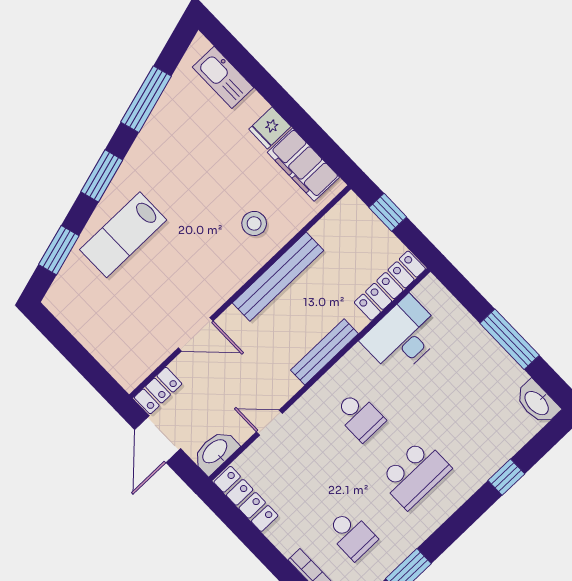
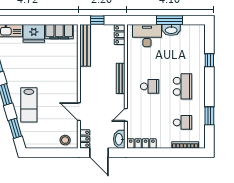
fridge: (270, 128) -> (34, 33), width x1.88, depth x1.34
stool: (254, 223) -> (65, 140), moved
bench: (278, 277) -> (85, 45), moved
locker: (390, 286) -> (120, 35), width x0.66
door: (196, 334) -> (79, 112), swing flipped
desk: (403, 336) -> (147, 36), moved, turned 90
washbasin: (537, 403) -> (171, 30), moved

